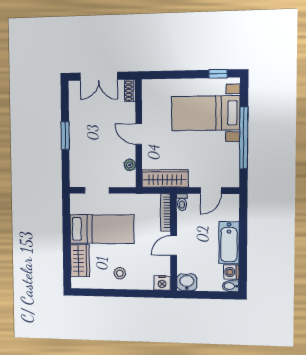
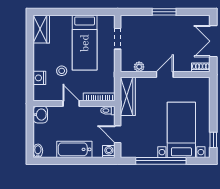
wardrobe: (80, 261) -> (41, 29), moved, turned -90
washing machine: (231, 272) -> (109, 151), moved
stool: (120, 273) -> (62, 71), moved
nightstand: (162, 283) -> (39, 78), moved

